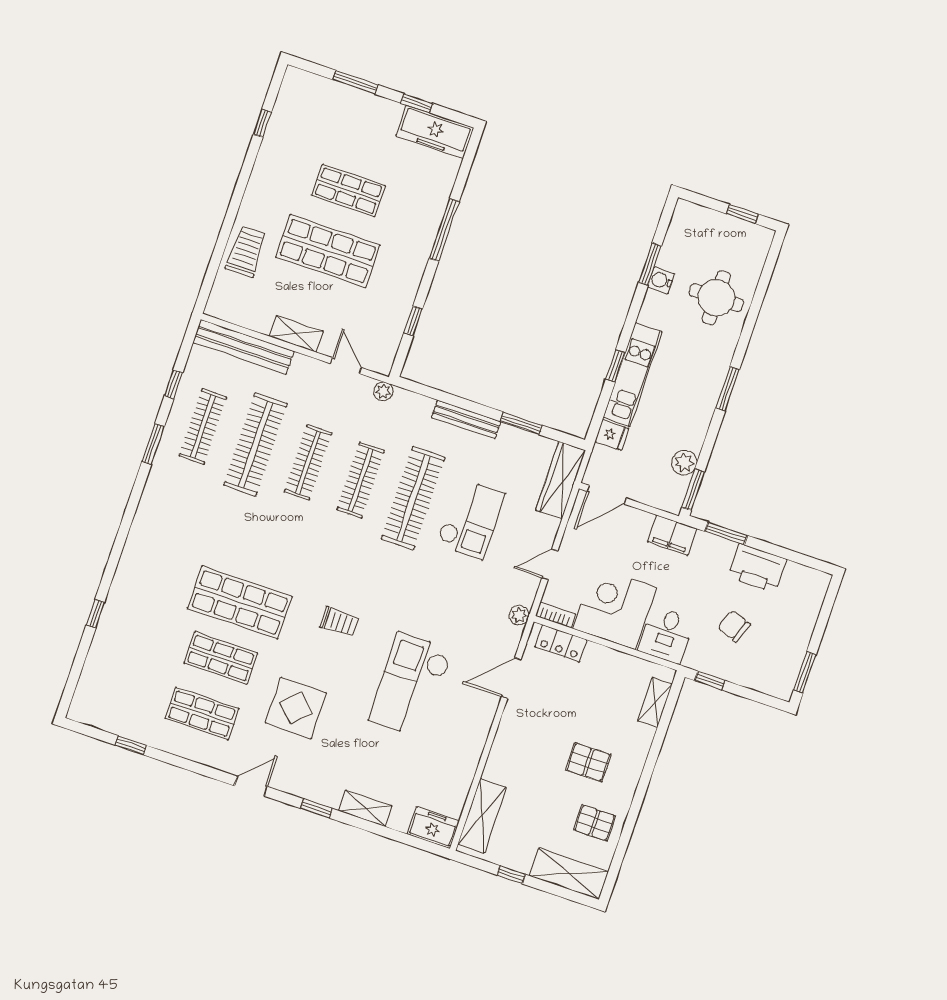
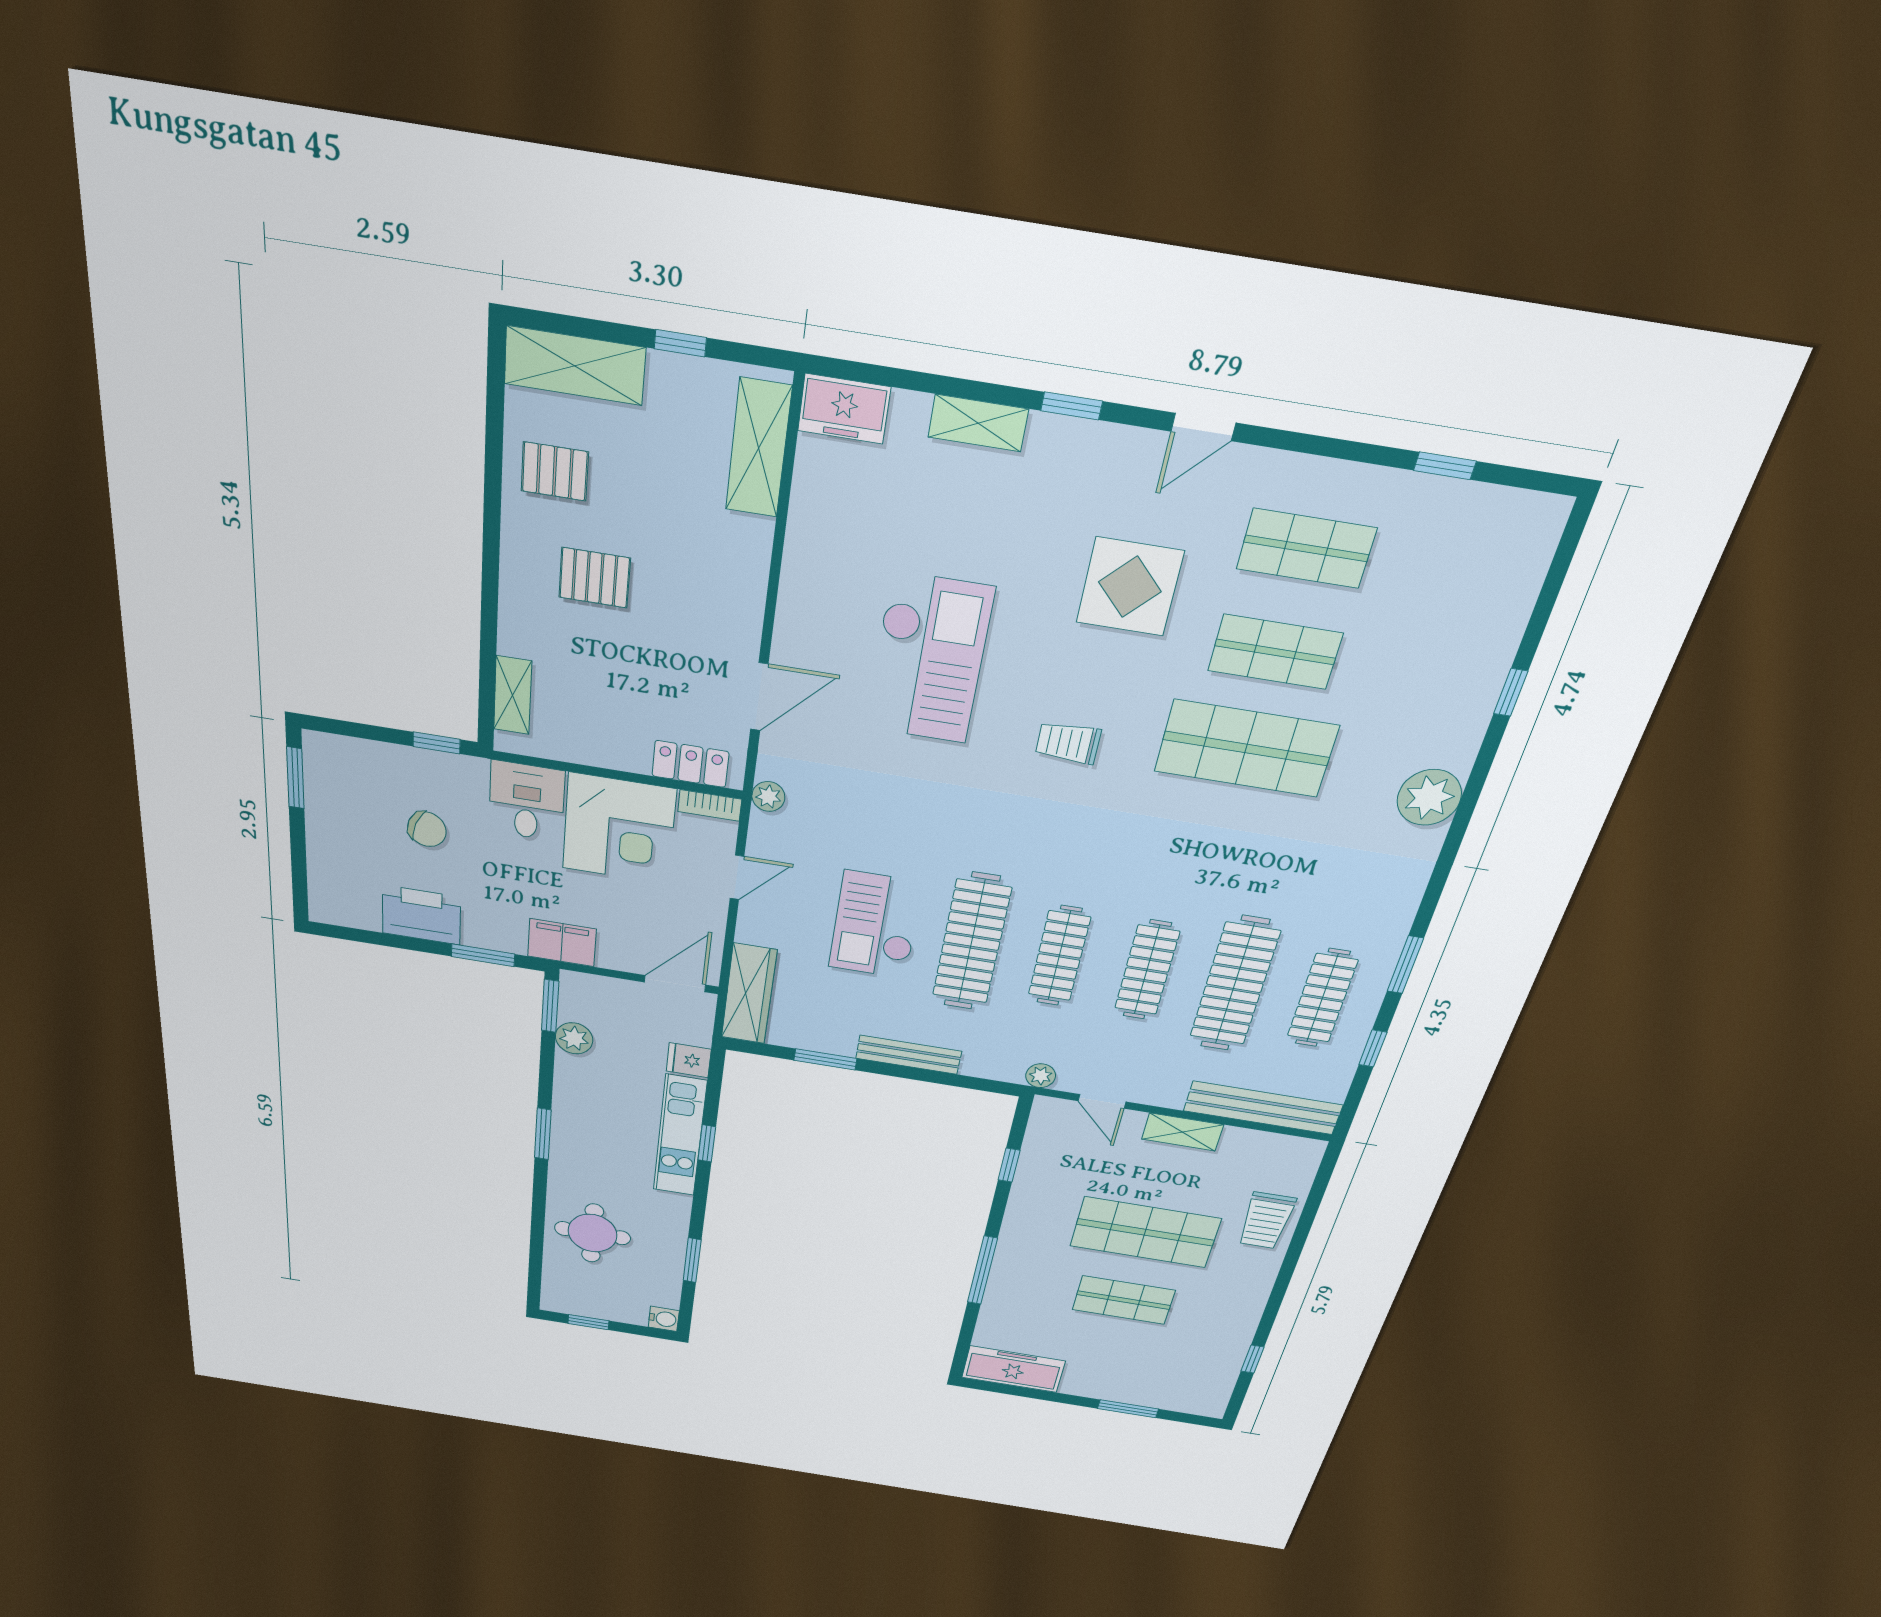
window: (417, 103) -> (1043, 1395), removed
water cooler: (661, 280) -> (664, 1319), moved
plant: (139, 556) -> (1429, 797), added

